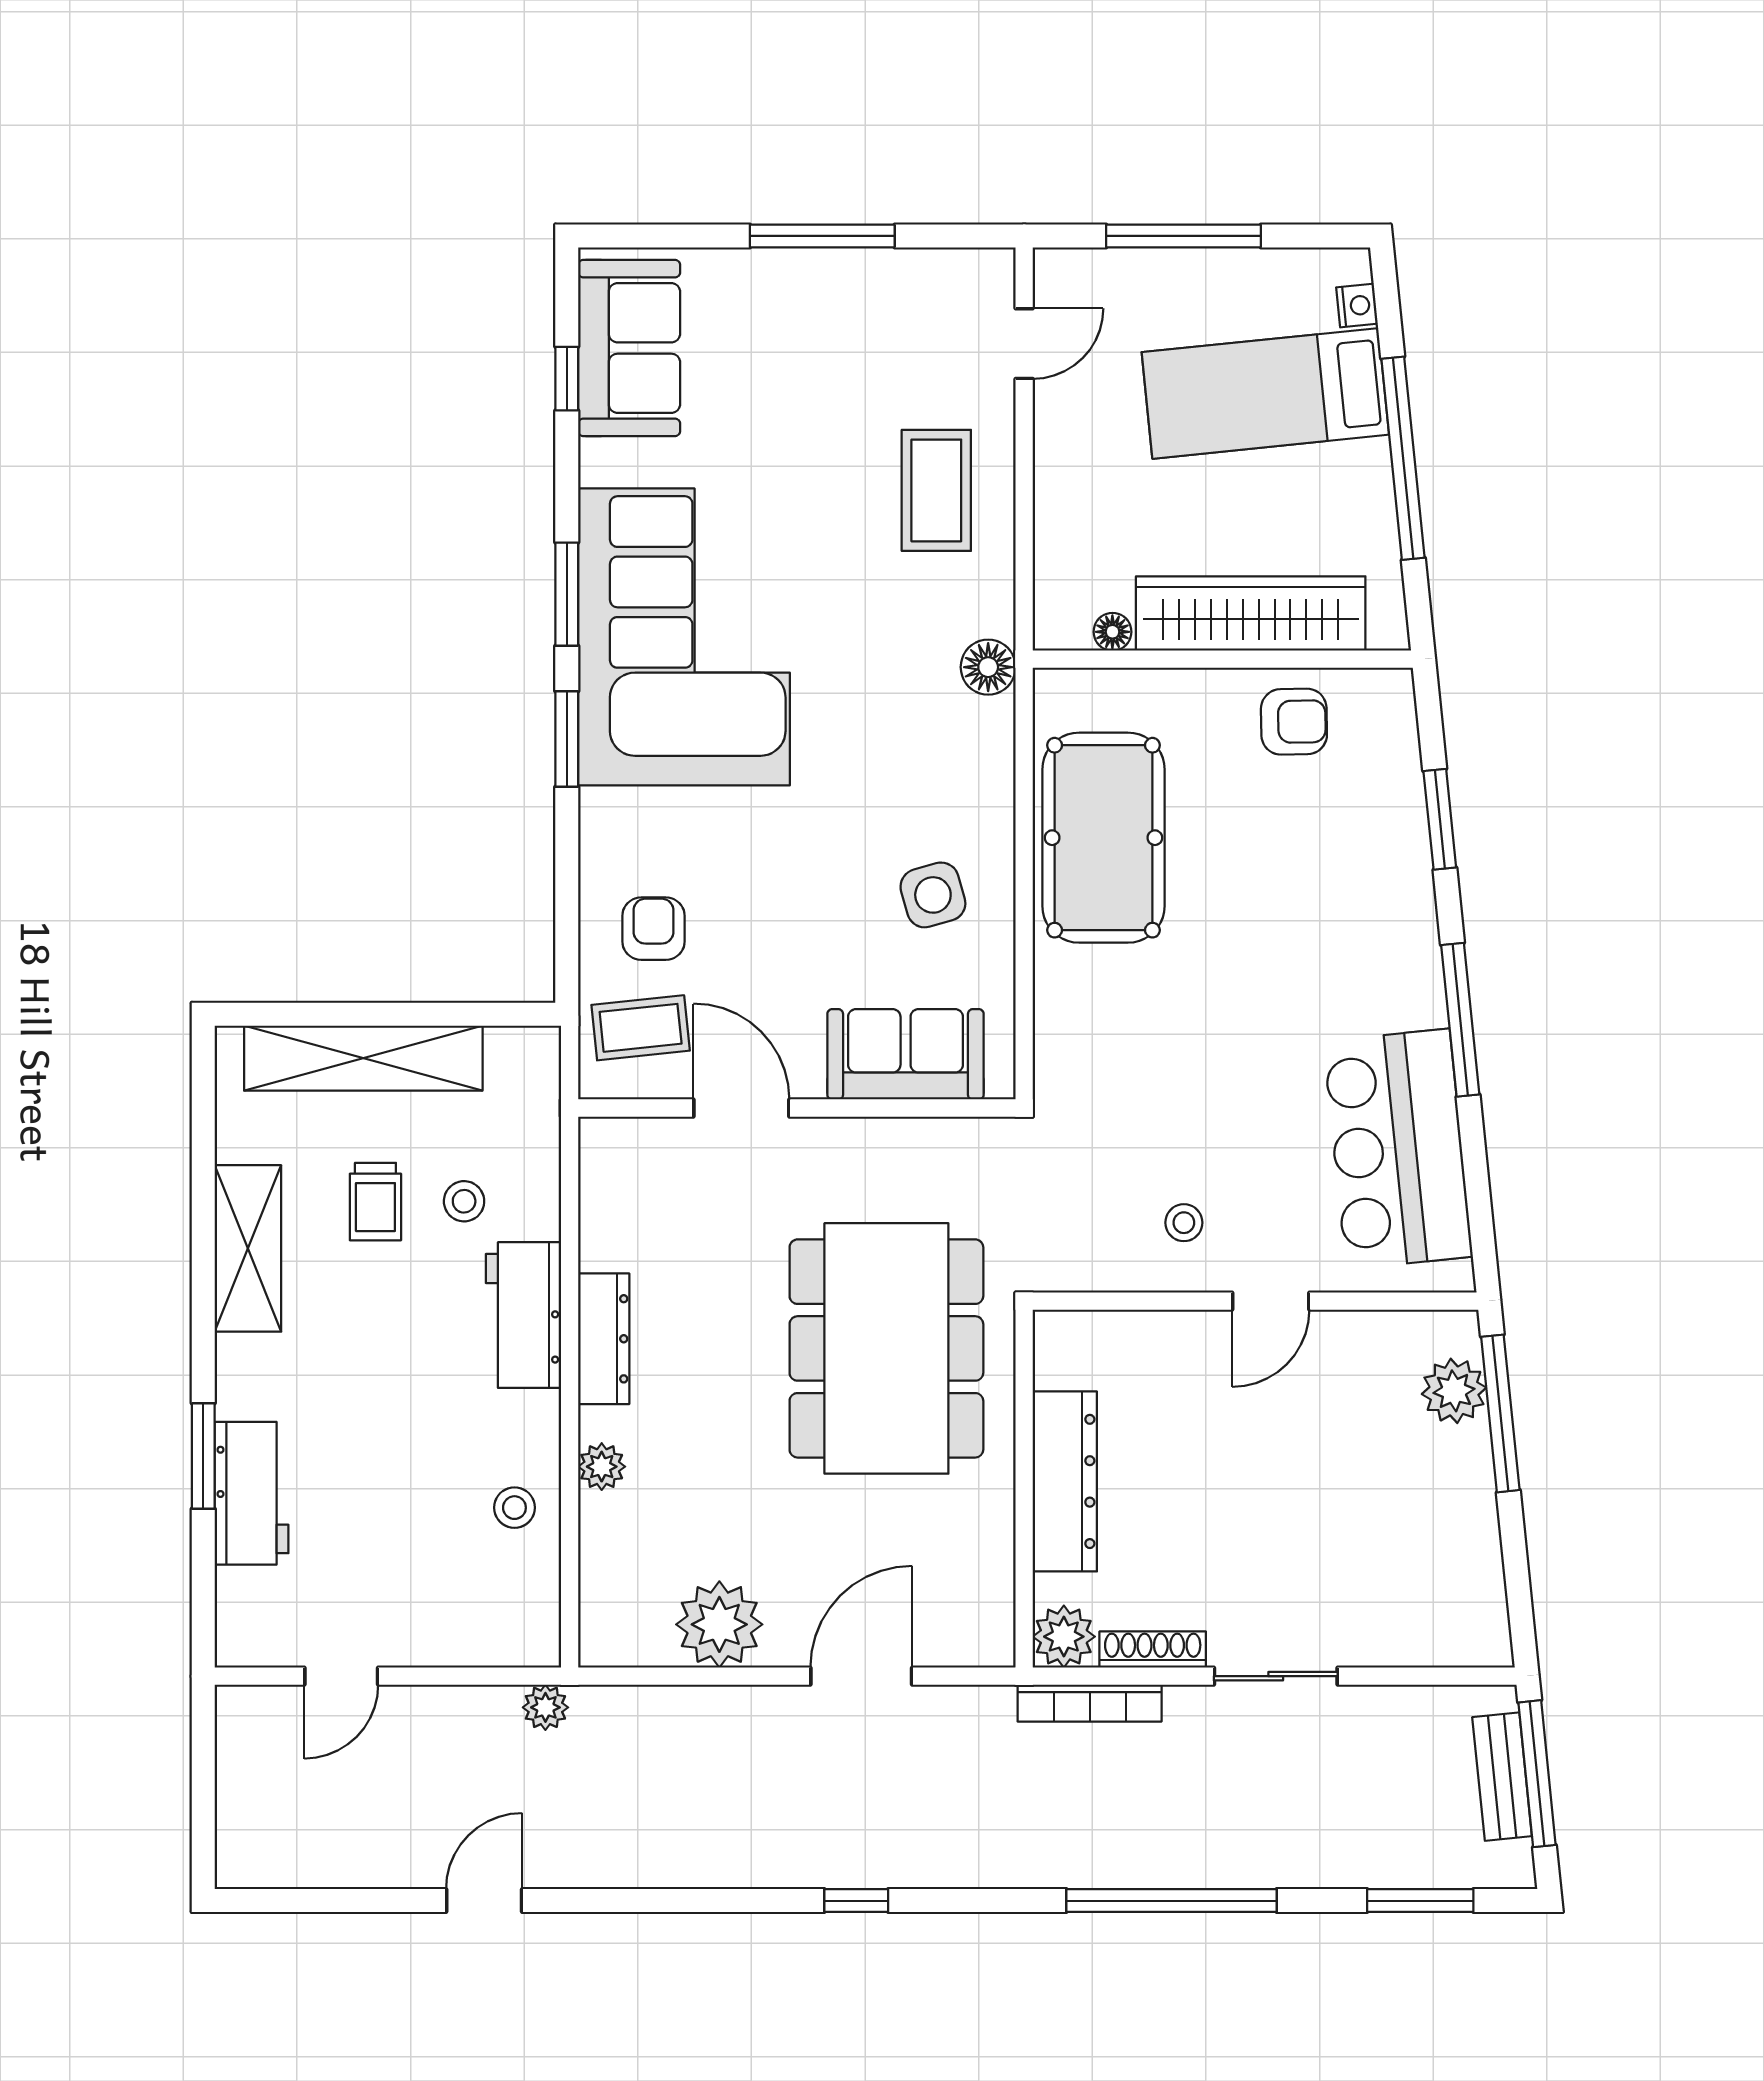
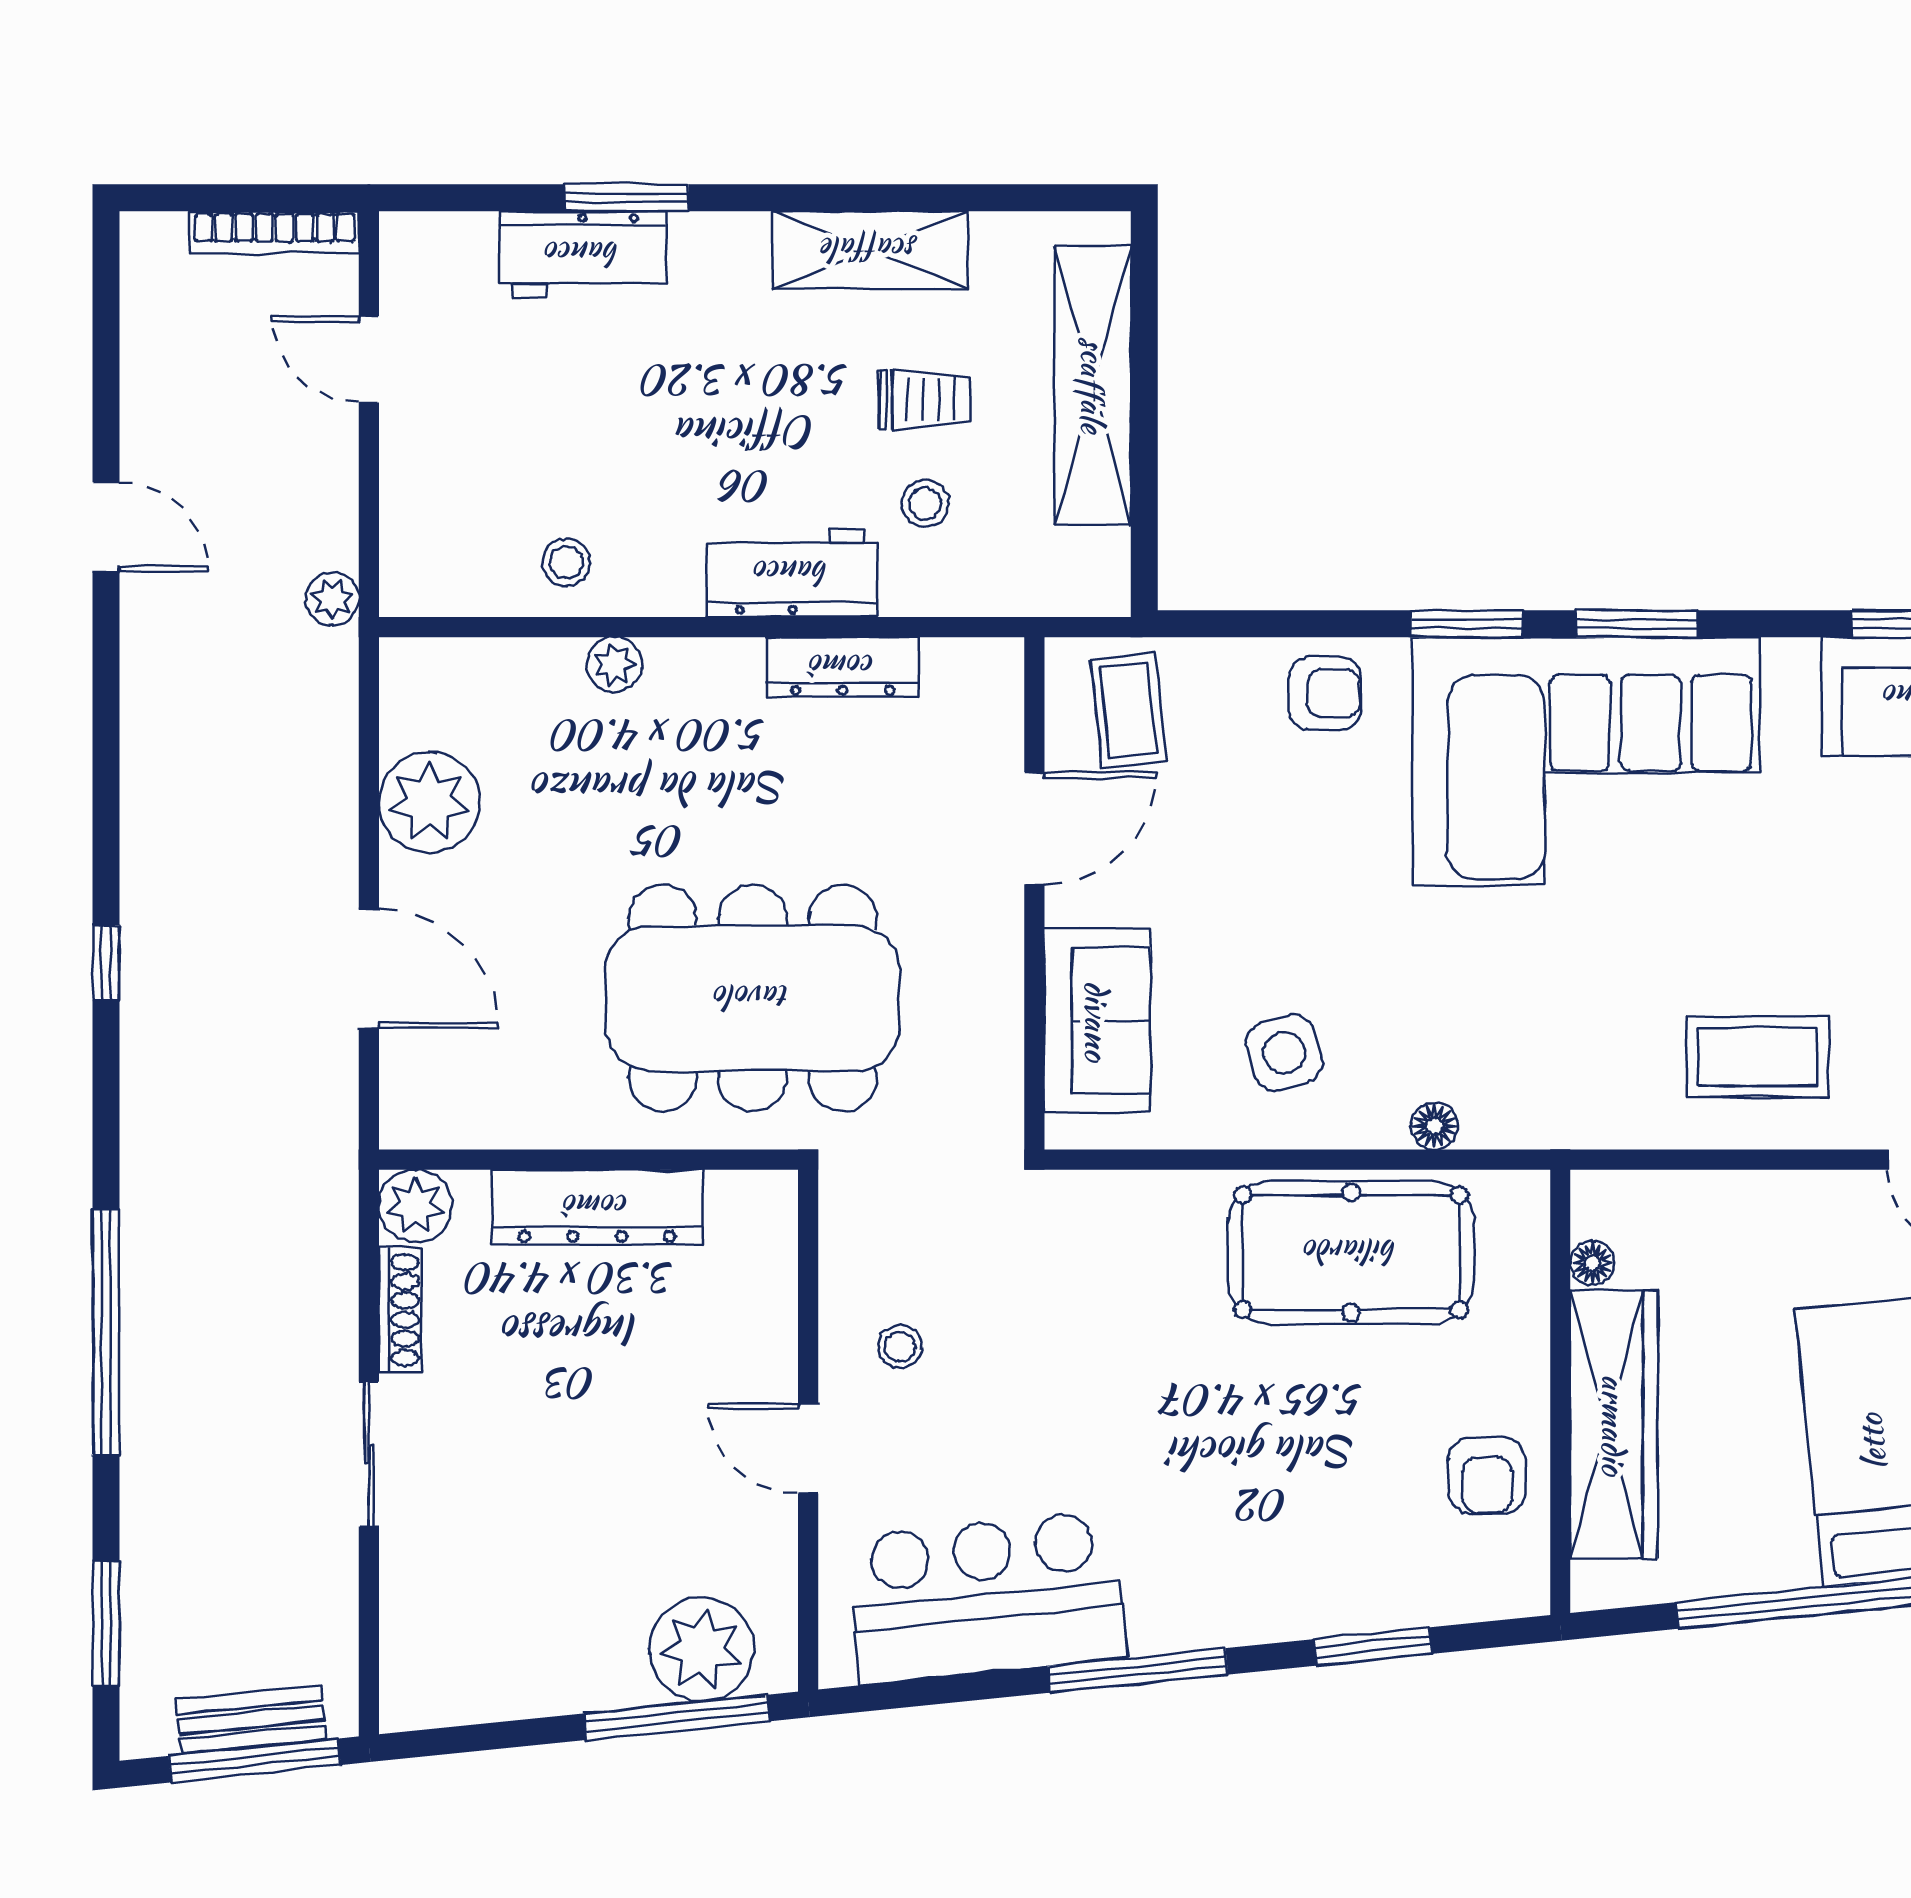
floor lamp: (988, 667) -> (1434, 1126), moved, width x0.73, depth x0.73
armchair: (654, 929) -> (1325, 693), moved
trolley: (375, 1202) -> (925, 400), turned 180
dresser: (604, 1339) -> (843, 667), moved
plant: (1454, 1391) -> (702, 1649), width x1.36, depth x1.36
bookcase: (1090, 1703) -> (275, 233), moved, turned -90

